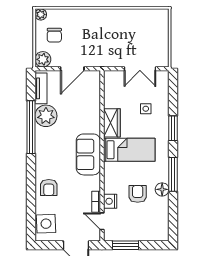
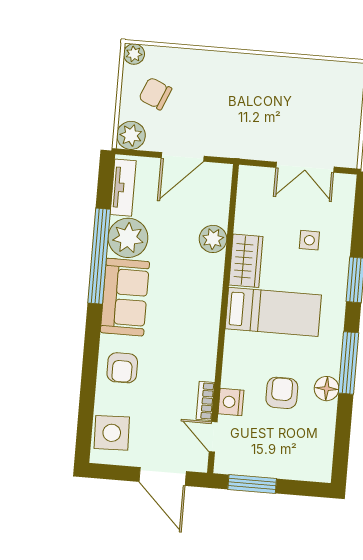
chair: (54, 35) -> (155, 94), turned 113
plant: (93, 112) -> (213, 239), added
sofa: (88, 154) -> (125, 297), moved, turned 180

